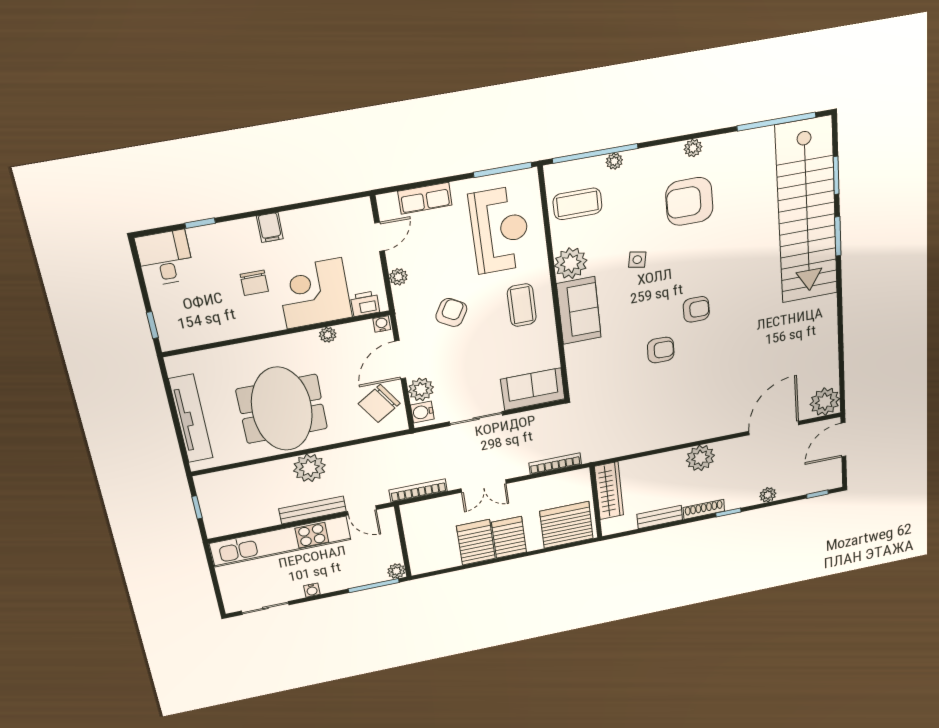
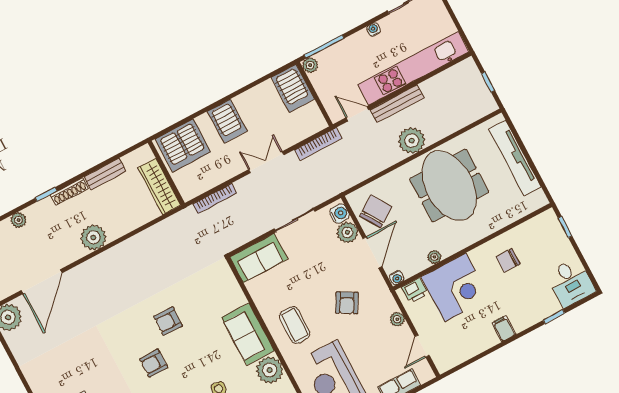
chair: (254, 283) -> (508, 260), moved, turned -90
server rack: (476, 542) -> (293, 88), moved

